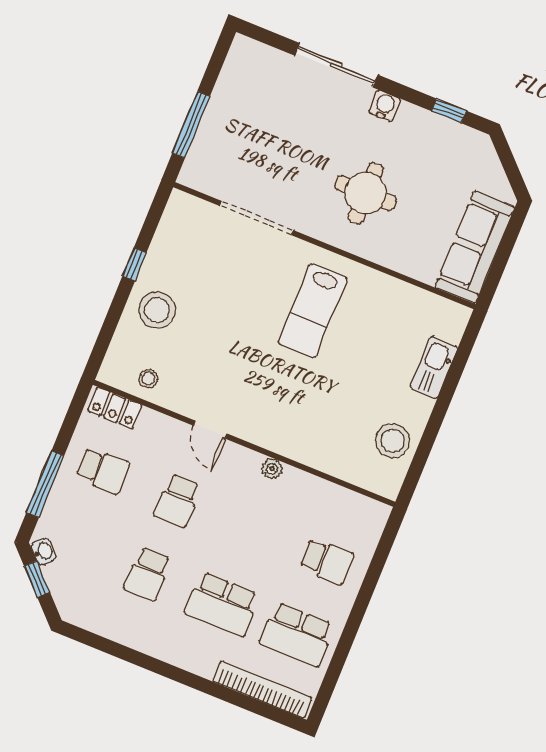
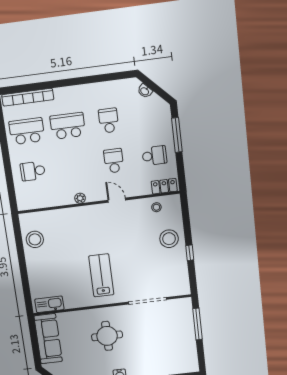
kitchen sink: (434, 367) -> (49, 304), moved, turned -90
school desk: (103, 470) -> (154, 156), turned 180
washbasin: (43, 551) -> (145, 91), moved
window: (37, 579) -> (157, 90), removed

